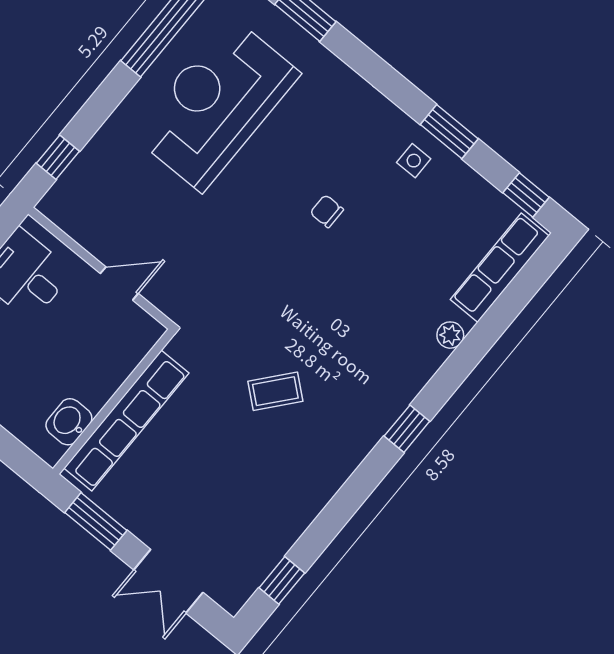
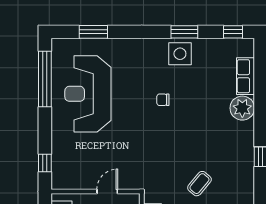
side table: (414, 161) -> (180, 54), width x1.87, depth x1.87
row of seats: (500, 268) -> (246, 76), width x0.68
plant: (450, 335) -> (242, 108), width x1.88, depth x1.88

